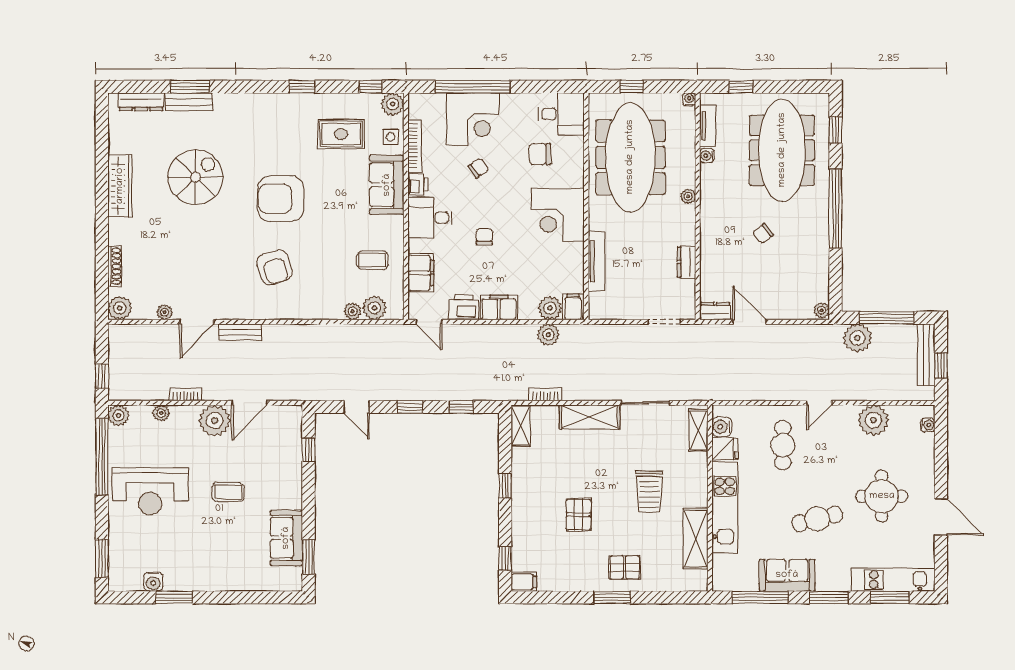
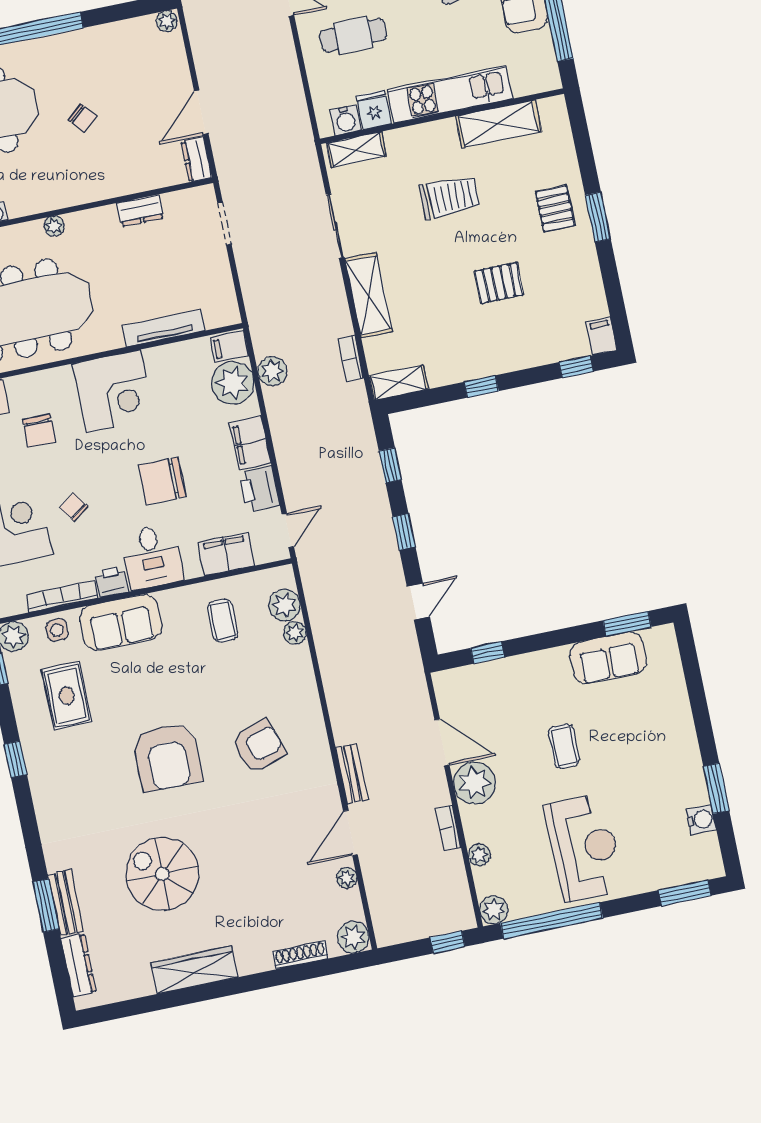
chair: (484, 237) -> (162, 481), width x1.87, depth x1.87
plant: (550, 308) -> (233, 383), width x1.36, depth x1.36
door: (197, 322) -> (350, 833), swing flipped

